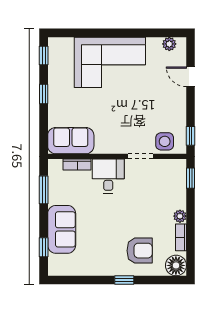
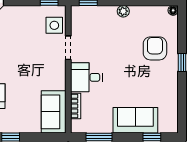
bookcase: (181, 237) -> (143, 10), removed
floor lamp: (176, 265) -> (173, 10), width x0.53, depth x0.53

